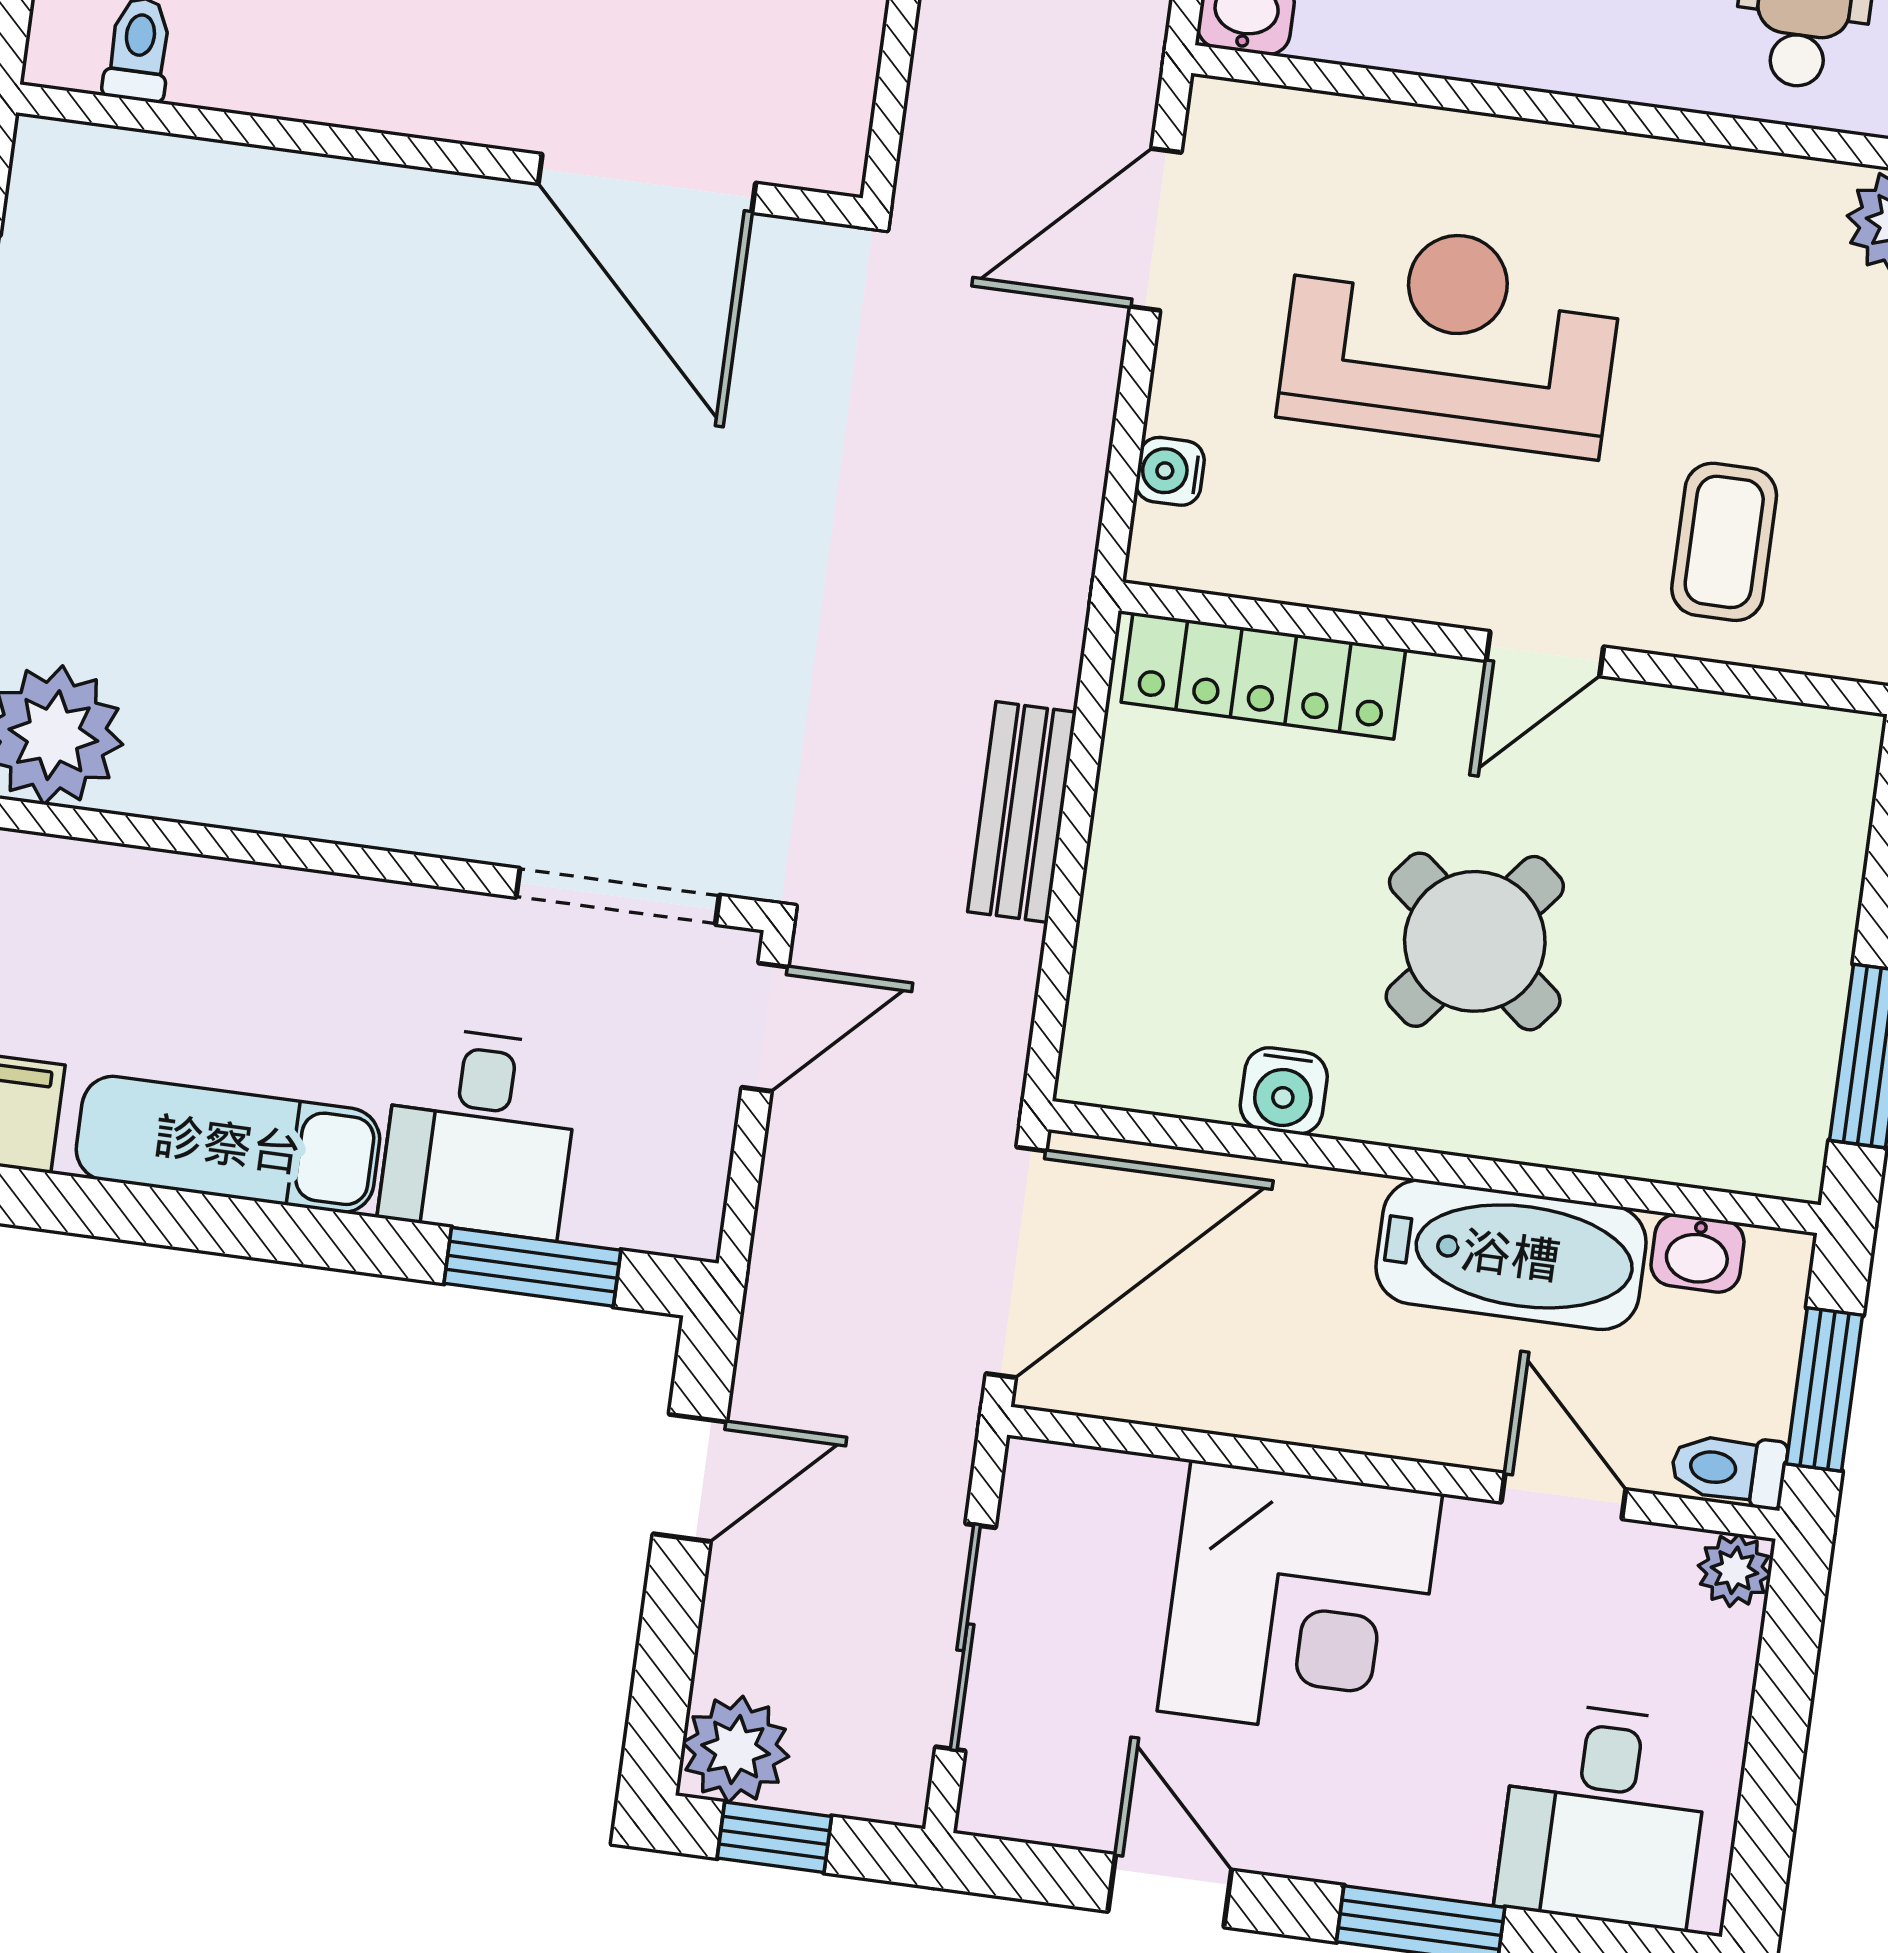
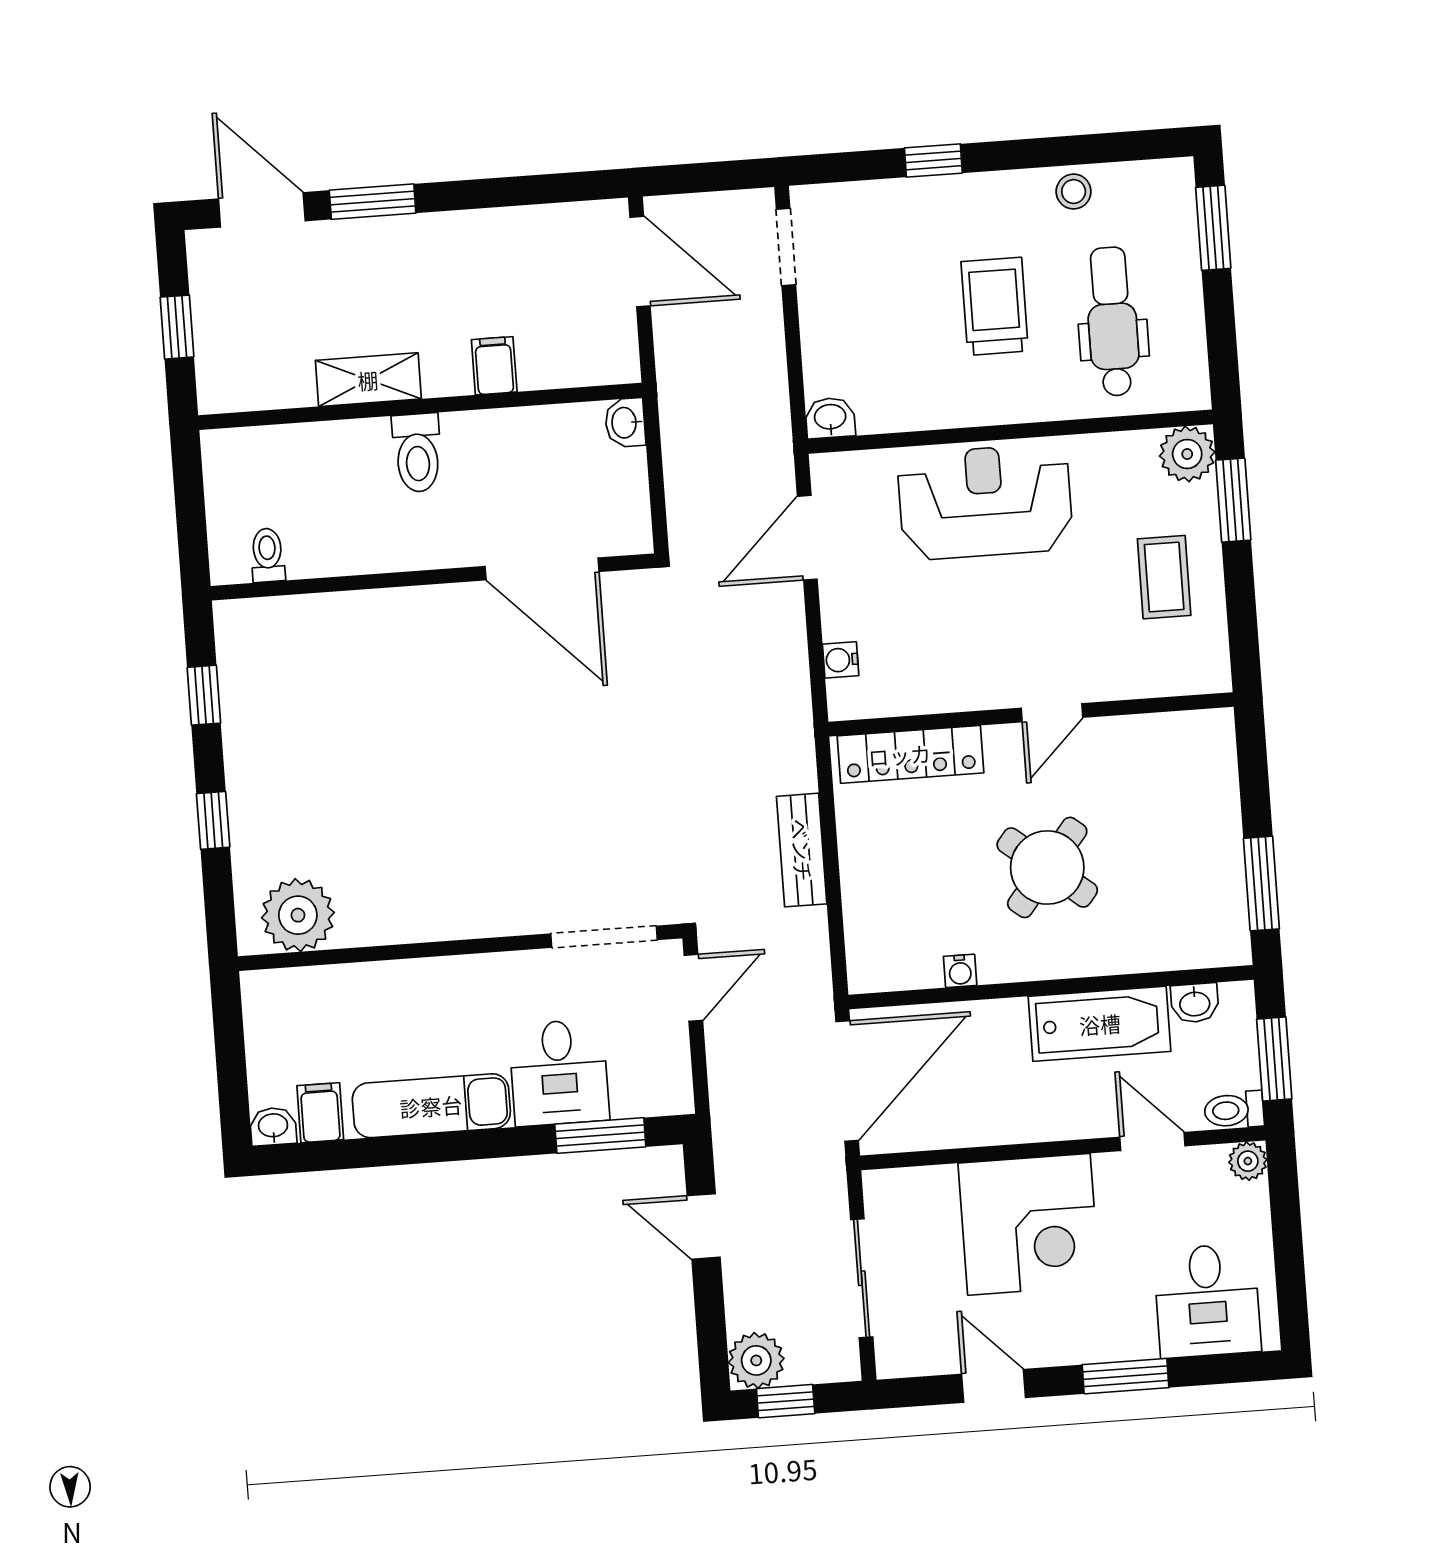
reception desk: (1451, 337) -> (985, 502), moved
coffee table: (1724, 542) -> (1164, 577), moved
water cooler: (1284, 1091) -> (960, 971), width x0.72, depth x0.72
door: (690, 1478) -> (704, 1226), swing flipped

